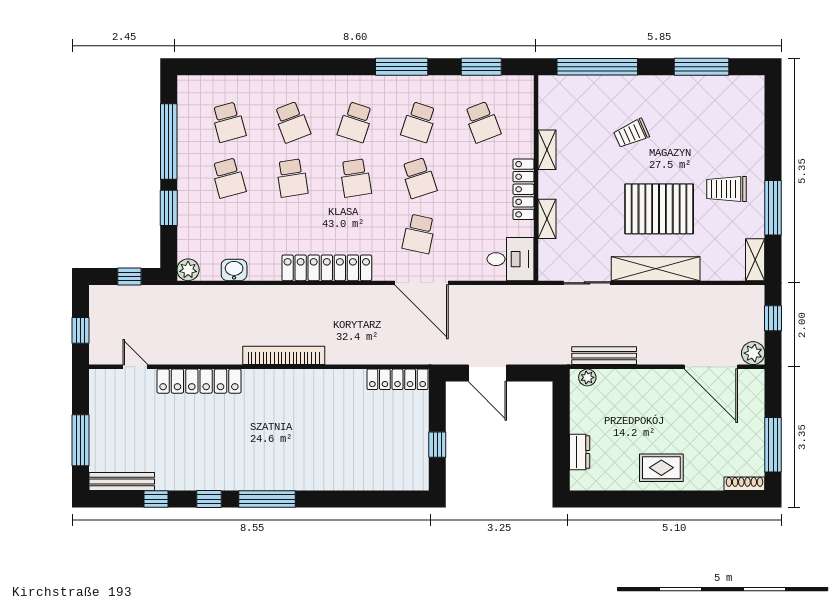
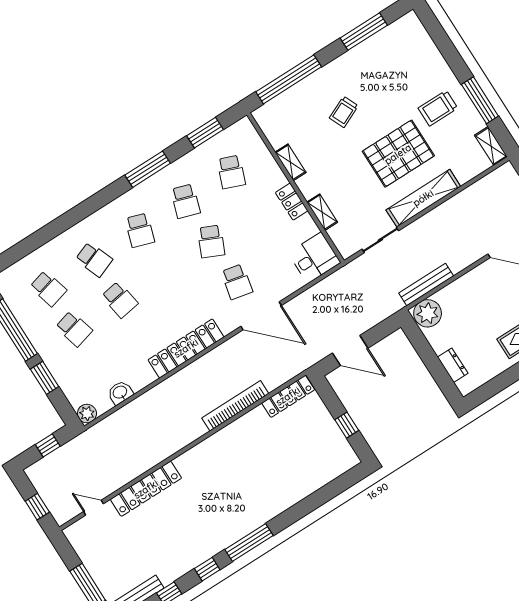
school desk: (482, 122) -> (231, 172), turned 42
school desk: (355, 178) -> (165, 271), removed
school desk: (419, 178) -> (211, 241), turned 42
locker: (523, 189) -> (292, 202), width x0.66
bookcase: (284, 355) -> (235, 406), moved
plant: (587, 377) -> (428, 313), width x1.88, depth x1.88

